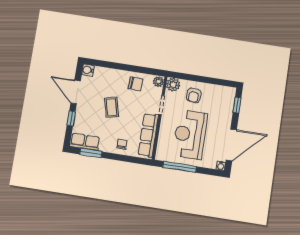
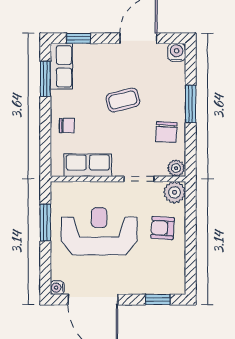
window: (121, 67) -> (191, 104), added
window: (71, 118) -> (78, 38), moved
row of seats: (148, 135) -> (88, 165), width x0.68
window: (180, 167) -> (45, 223), width x0.69

